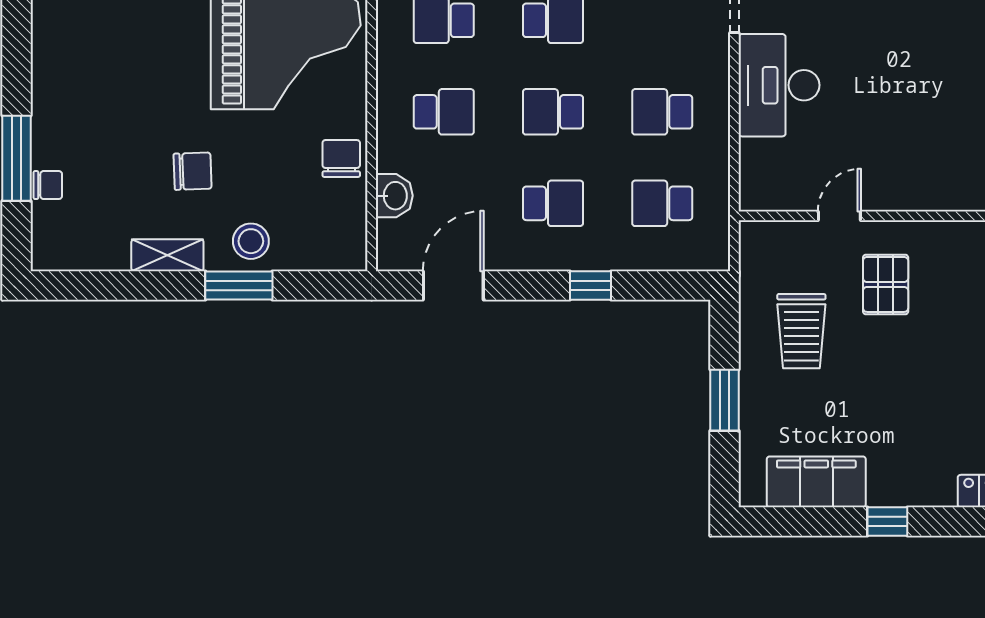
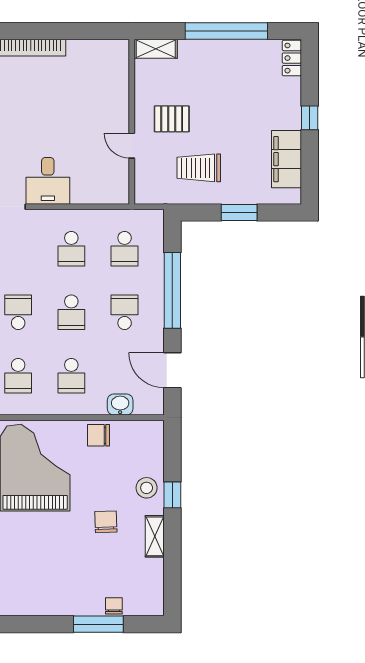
desk: (779, 85) -> (48, 181), width x0.73
school desk: (444, 112) -> (71, 376), turned 180
window: (239, 286) -> (172, 495), width x0.67
window: (590, 286) -> (172, 290), width x3.17
trolley: (801, 331) -> (199, 168), turned 180

